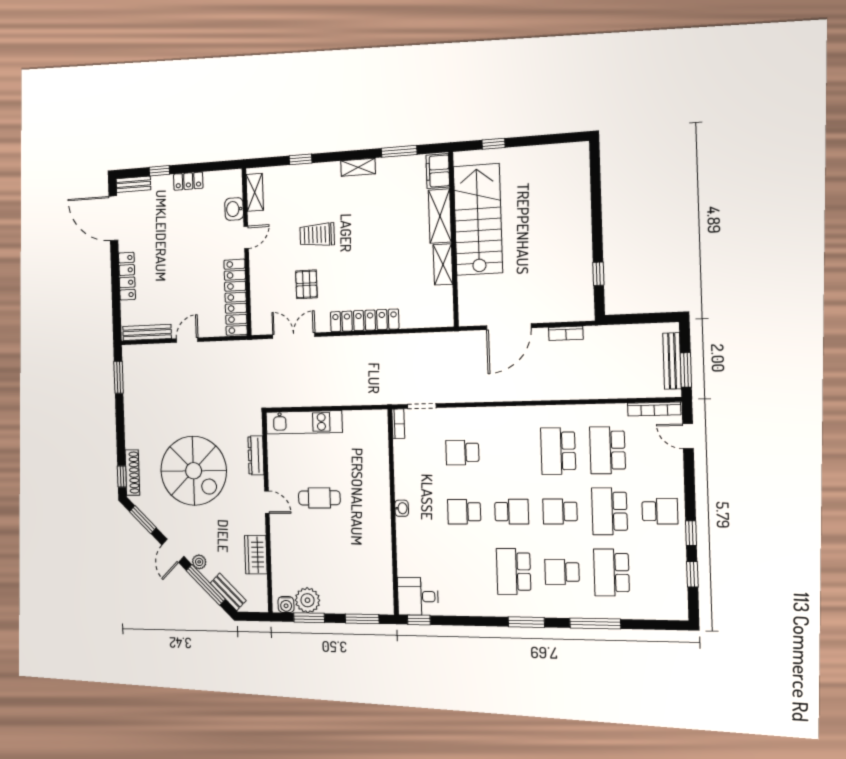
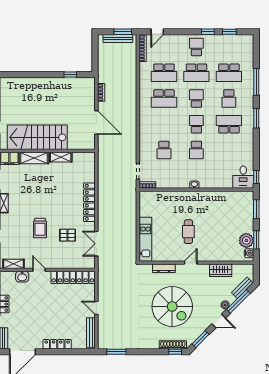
spiral stairs: (194, 471) -> (172, 307), turned 90
school desk: (560, 511) -> (196, 98), turned 180
school desk: (514, 571) -> (229, 124), turned 180

